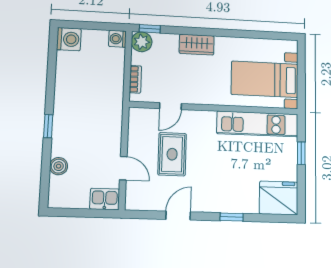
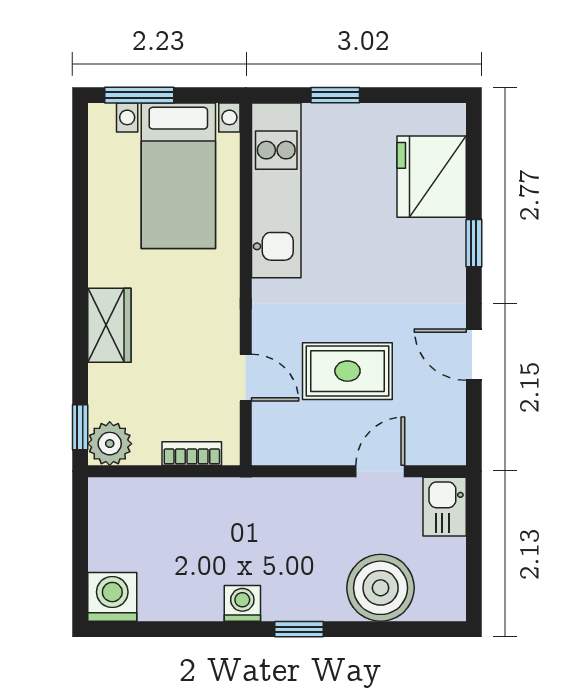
washing machine: (117, 39) -> (242, 603), moved, turned 180
window: (301, 63) -> (139, 95), added
boiler: (59, 166) -> (381, 588), width x1.86, depth x1.86
fridge: (279, 198) -> (432, 177), moved

